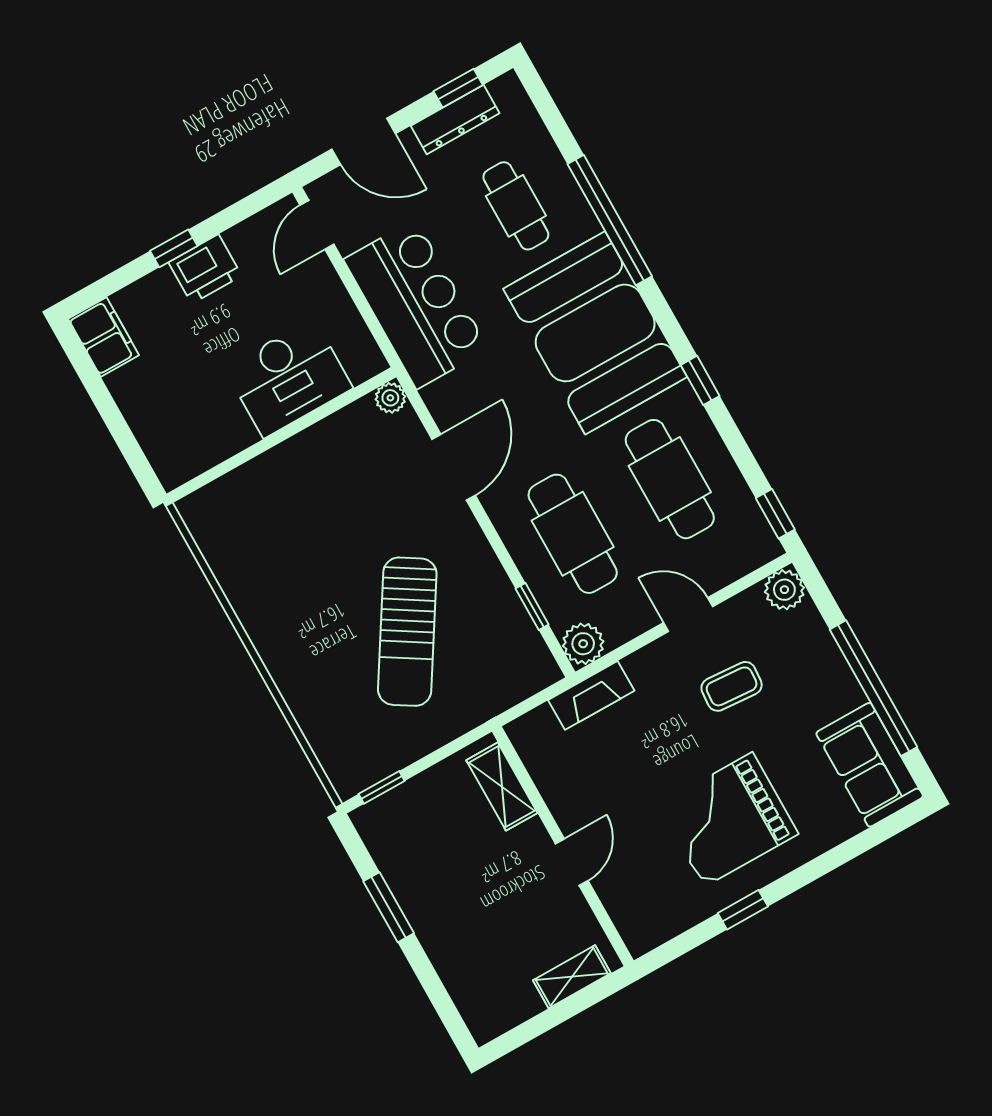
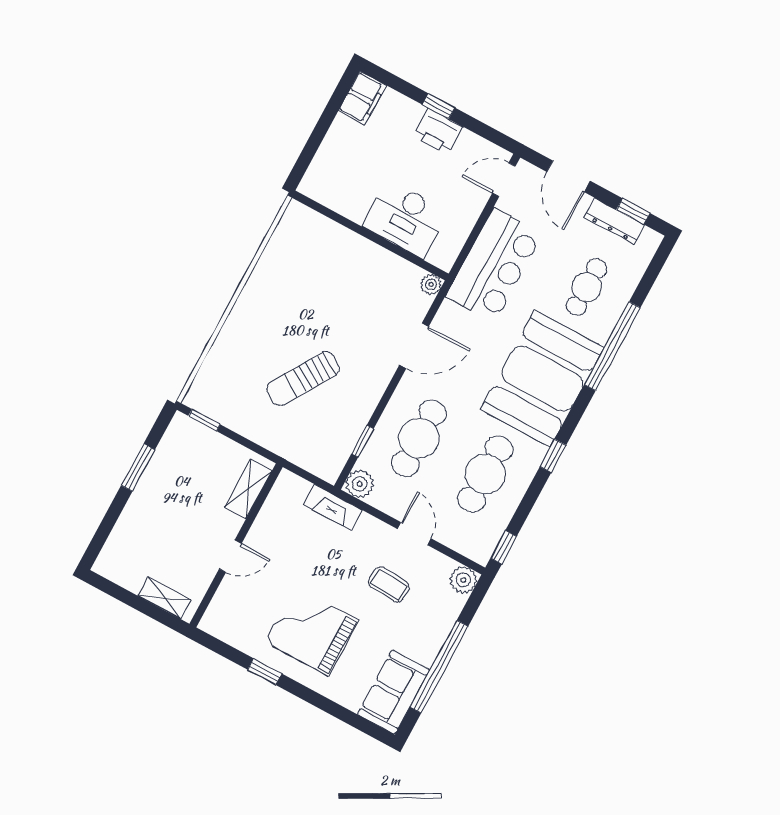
sun lounger: (407, 632) -> (303, 379), width x0.73, depth x0.75

